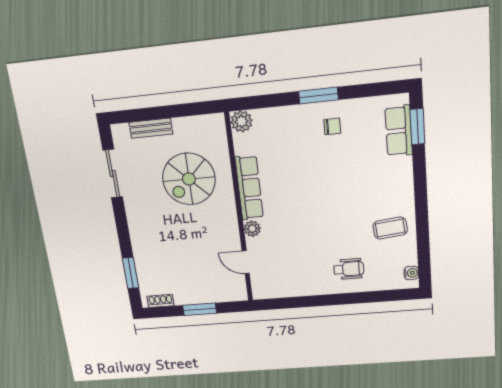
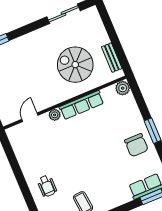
chair: (332, 126) -> (136, 145), width x1.87, depth x1.87
bench: (151, 128) -> (112, 58), moved

